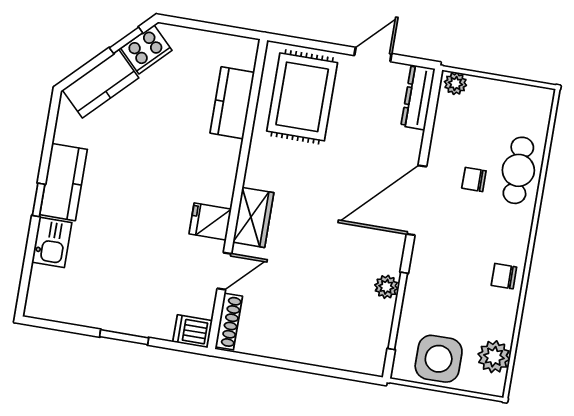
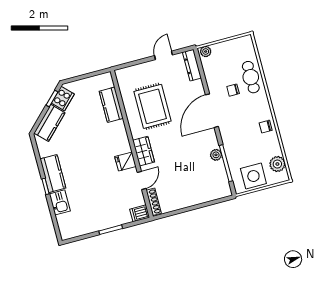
rug: (302, 97) -> (153, 106), moved

